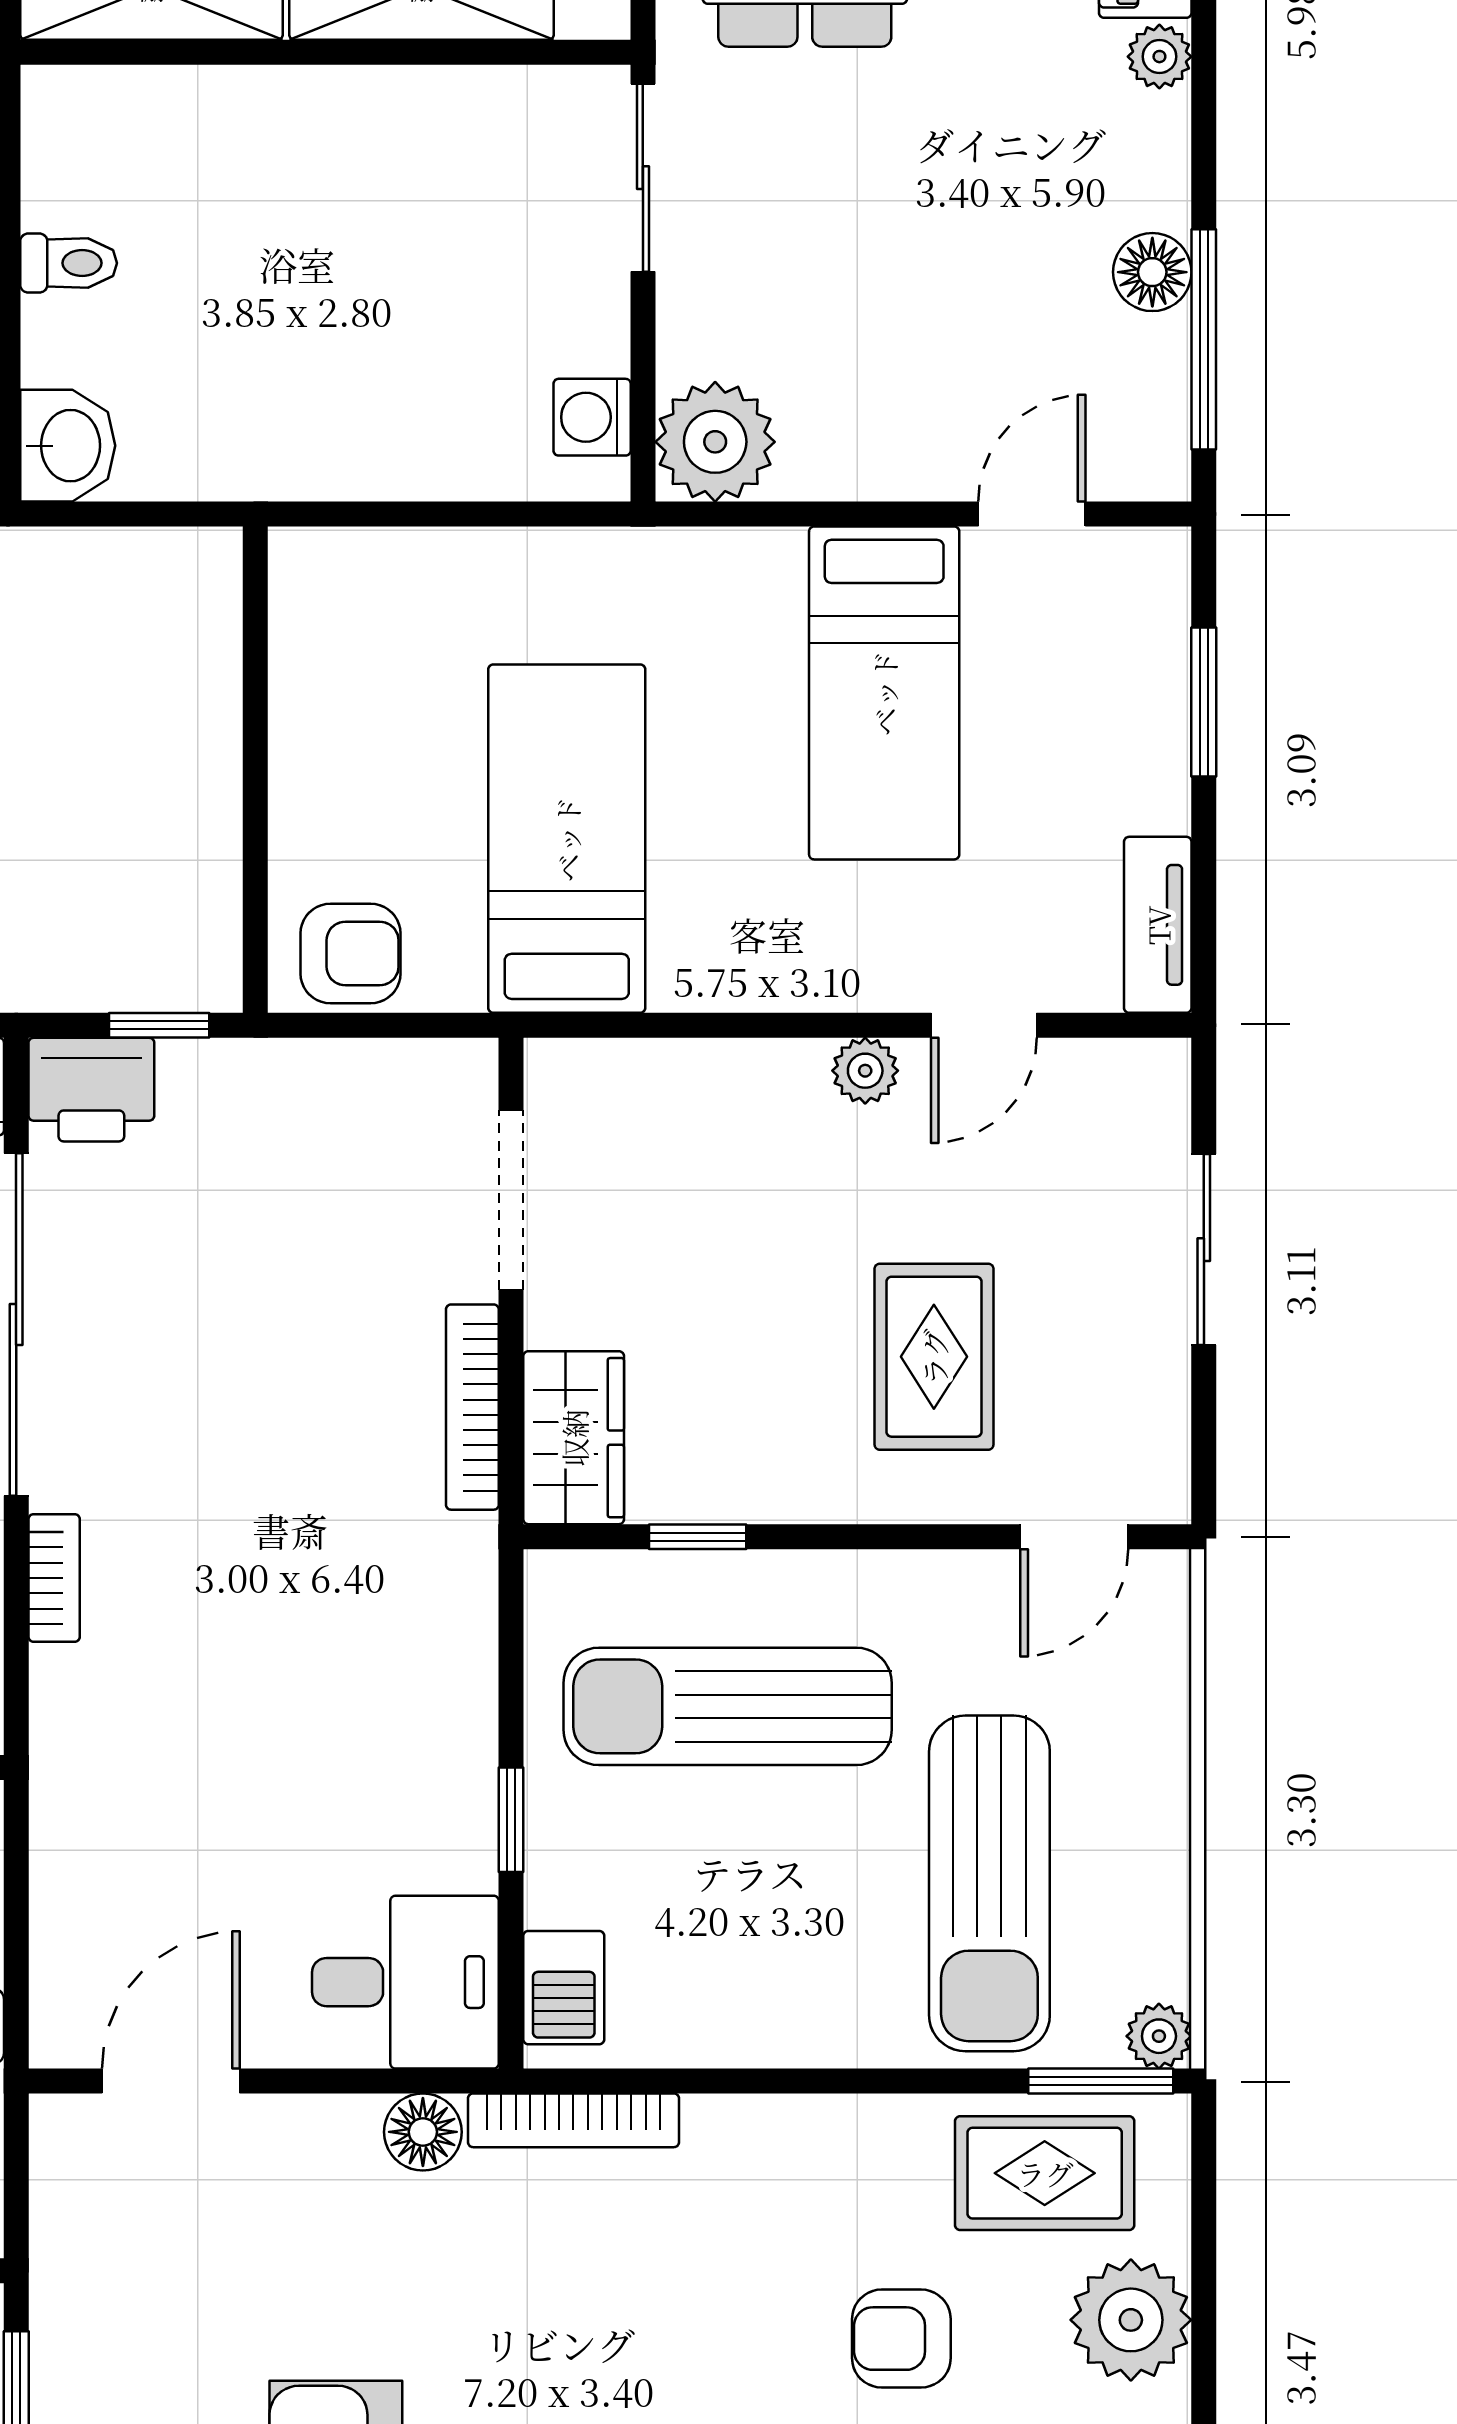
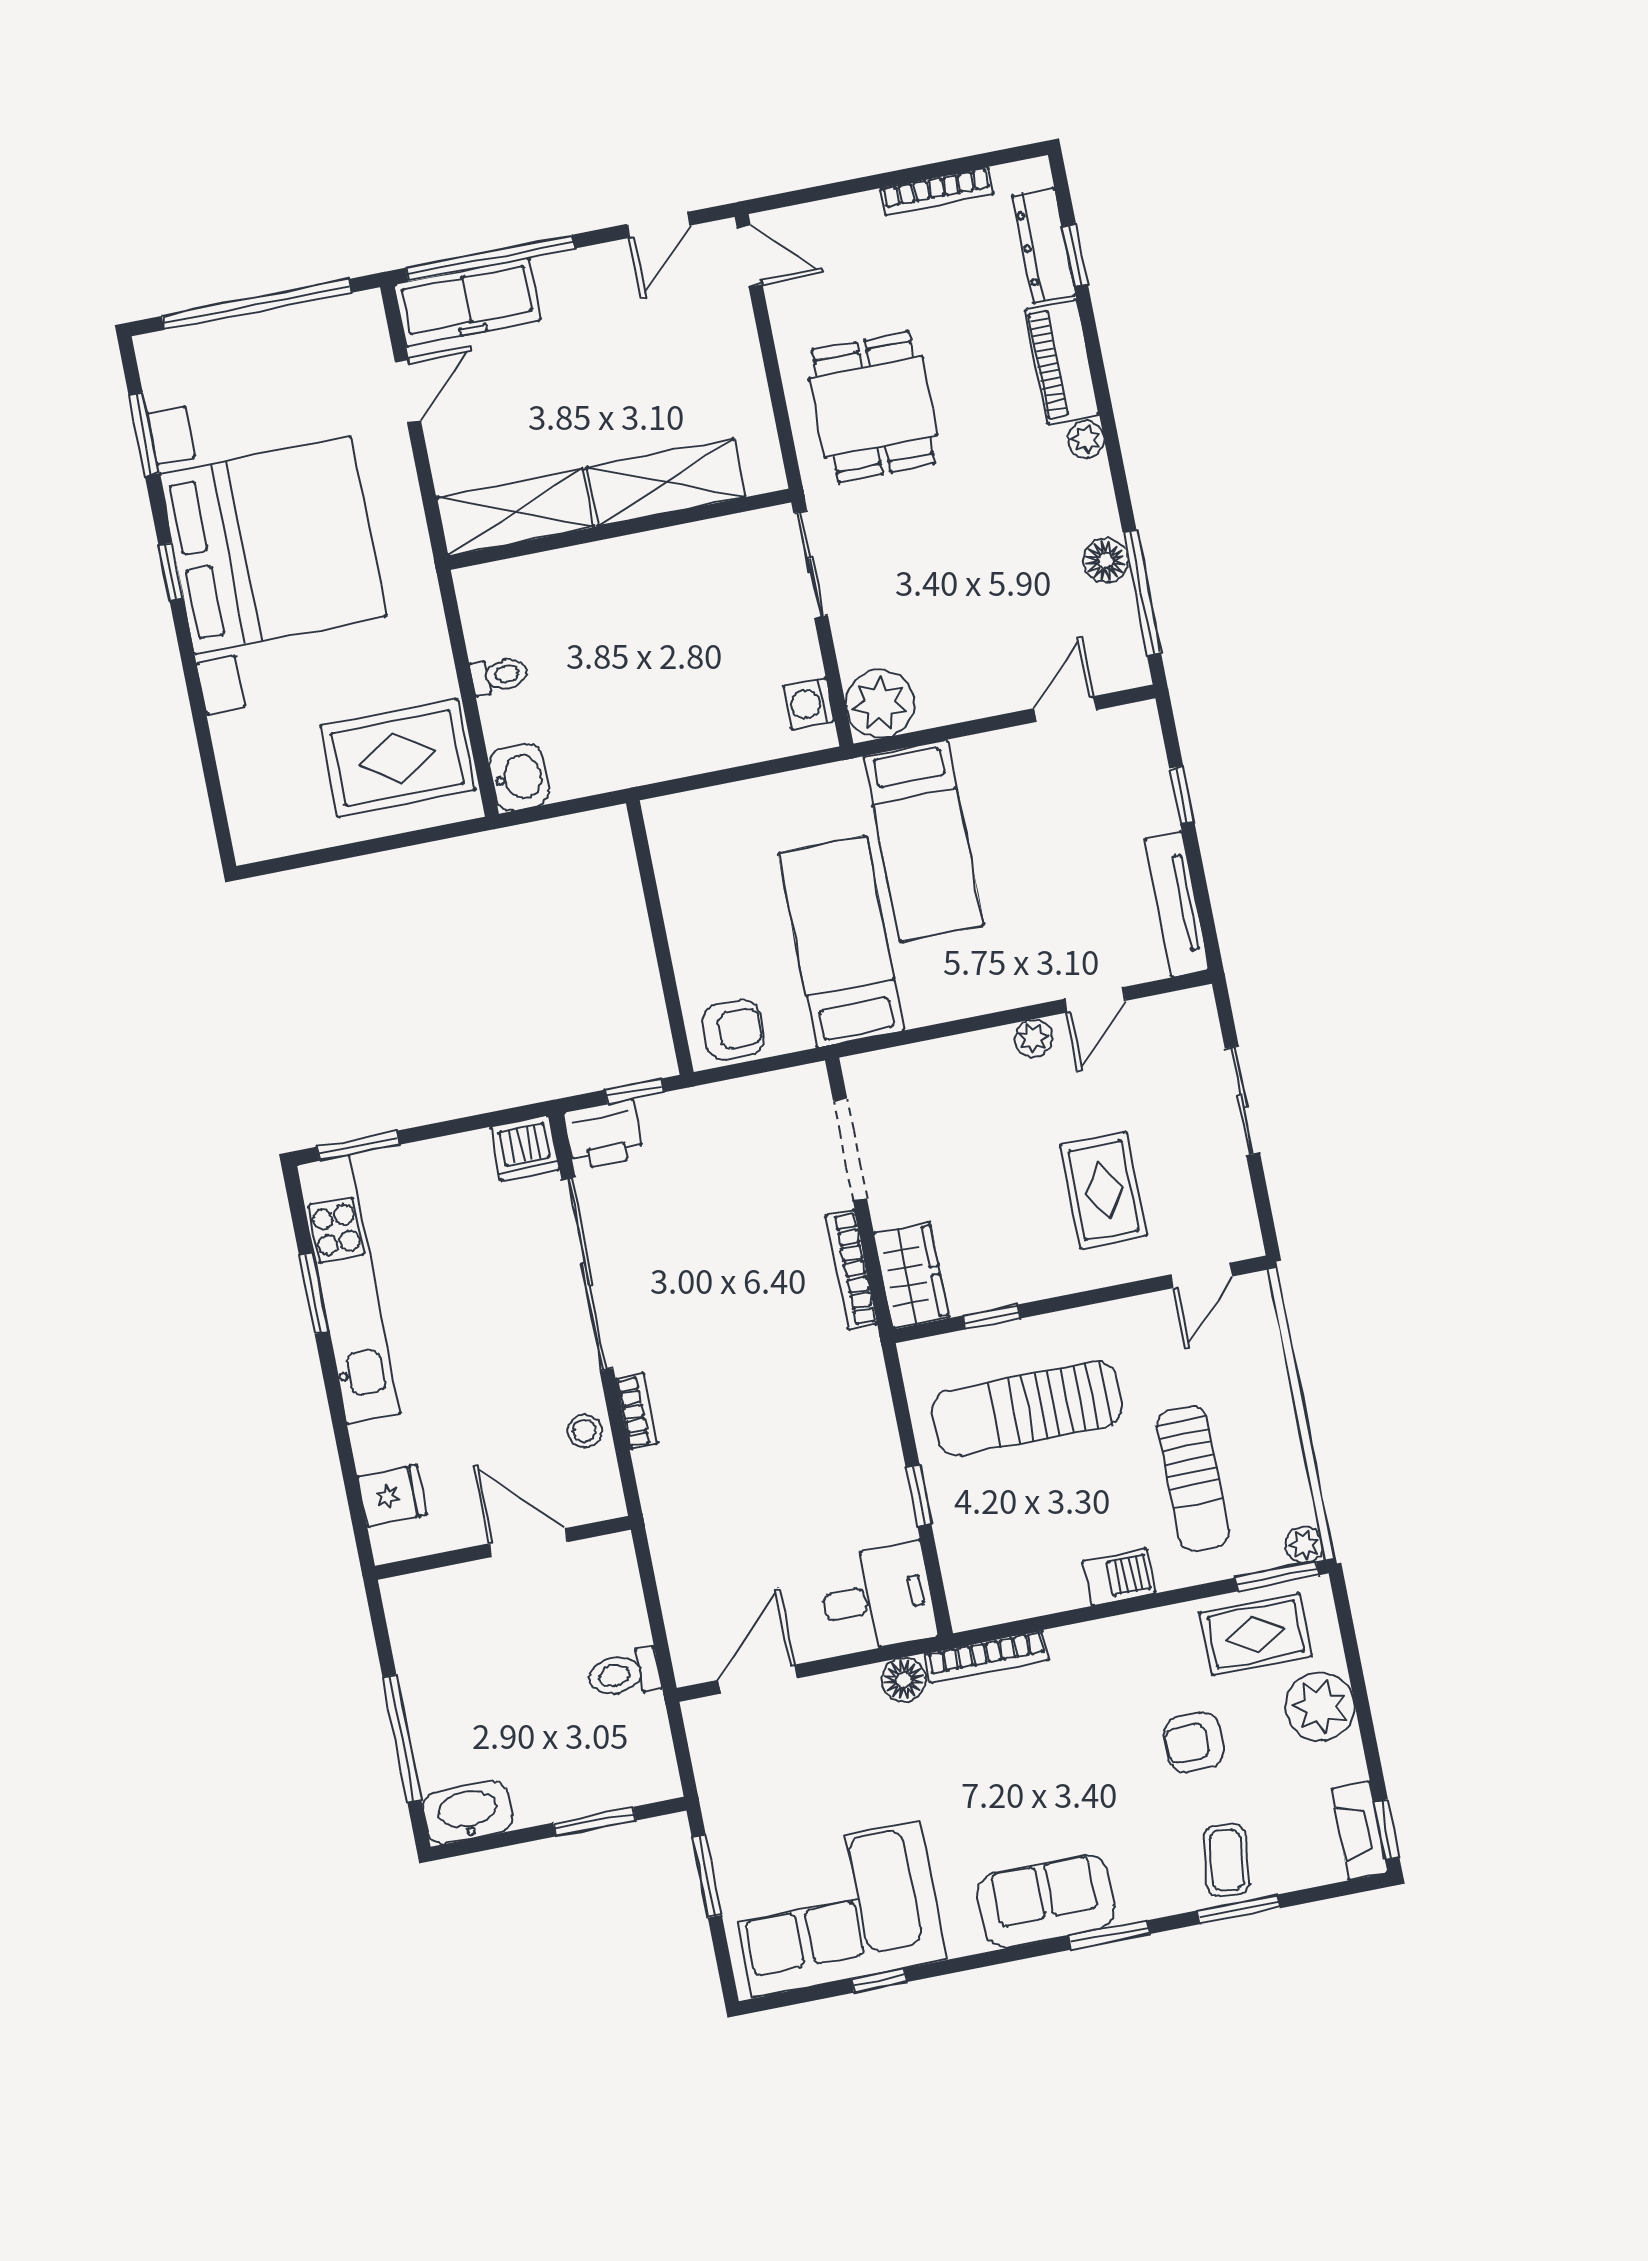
bed: (884, 693) -> (924, 841), moved
window: (1204, 702) -> (1182, 795), width x0.67
tv unit: (1158, 925) -> (1177, 904), width x1.41
sun lounger: (989, 1883) -> (1193, 1478), width x0.73, depth x0.75
barbecue: (564, 1988) -> (1119, 1577), moved, turned -90

